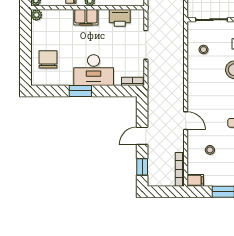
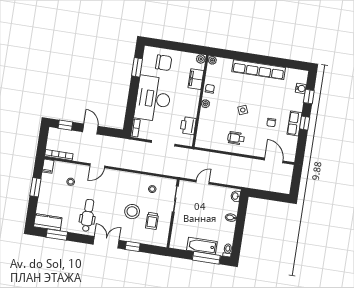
filing cabinet: (86, 17) -> (196, 79), moved
desk: (94, 70) -> (153, 99), width x1.36, depth x1.30
window: (80, 91) -> (137, 67), moved

